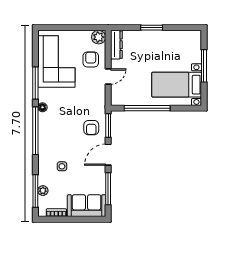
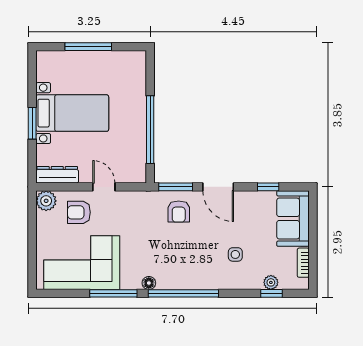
bed with nightstands: (177, 85) -> (72, 113), moved, turned -90
armchair: (91, 128) -> (179, 212), turned 90
window: (108, 189) -> (268, 187), width x0.46
window: (35, 191) -> (272, 293), width x0.46

